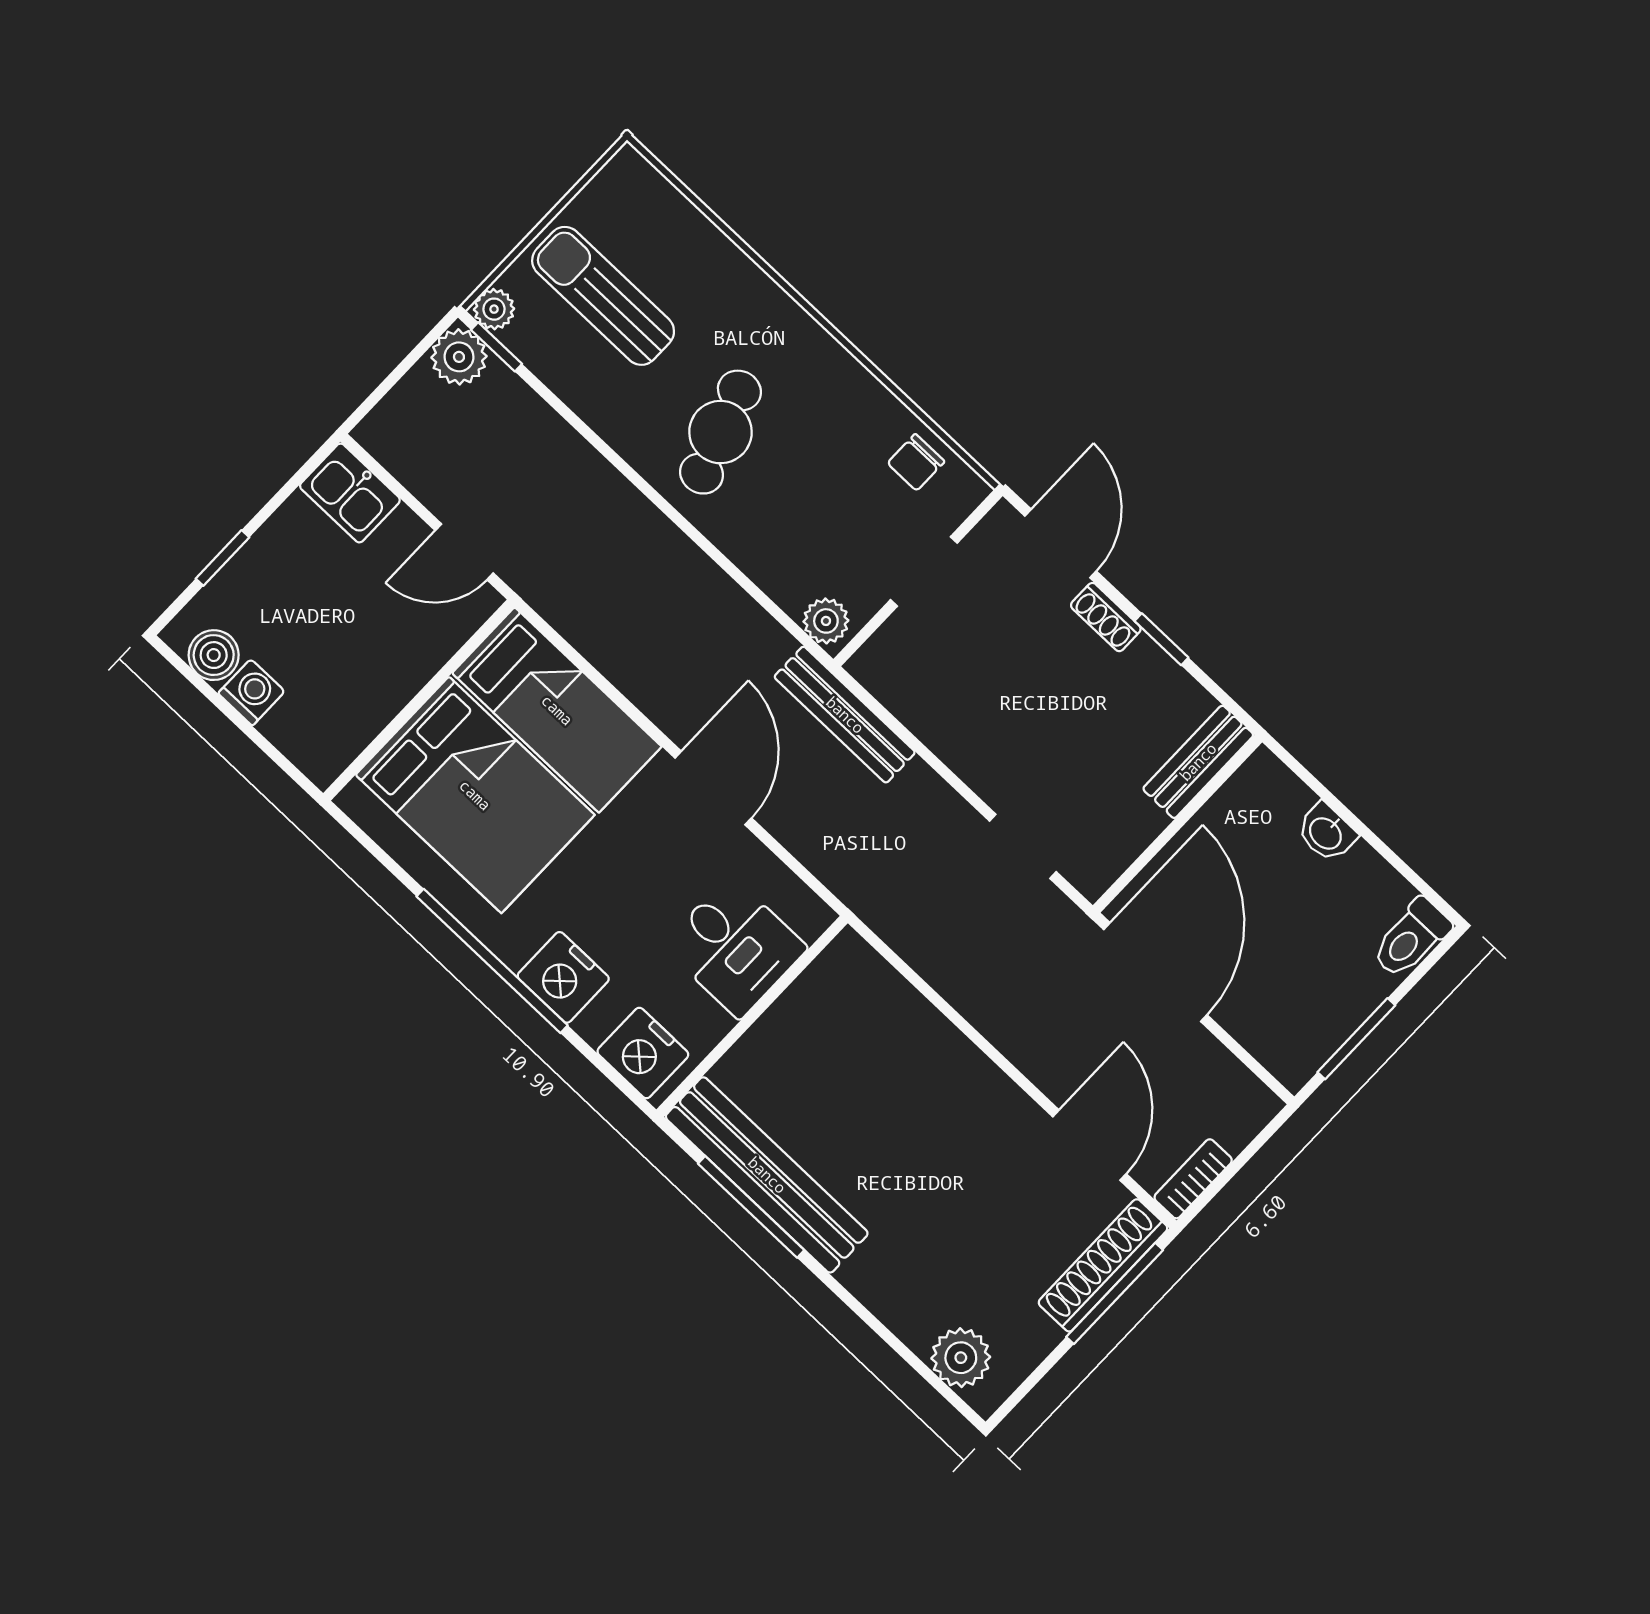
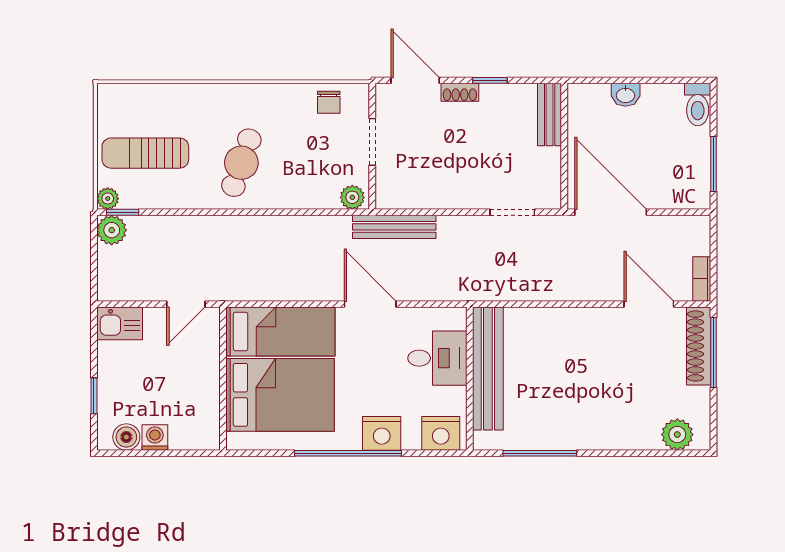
cafe table: (720, 432) -> (241, 163), turned 38
bench: (767, 1175) -> (488, 369), moved, turned 90

